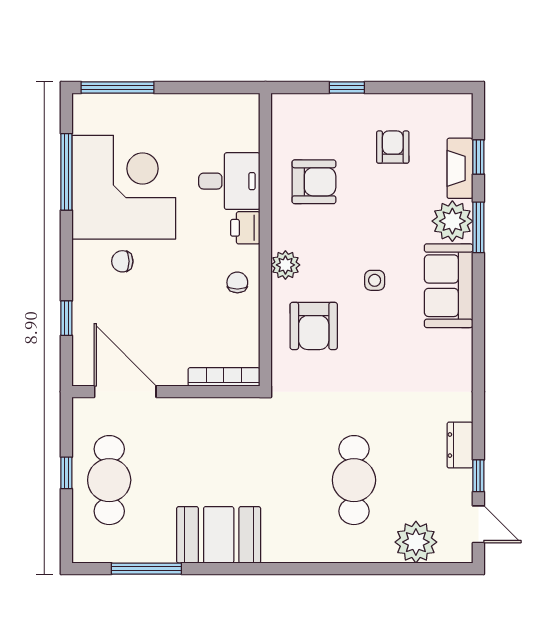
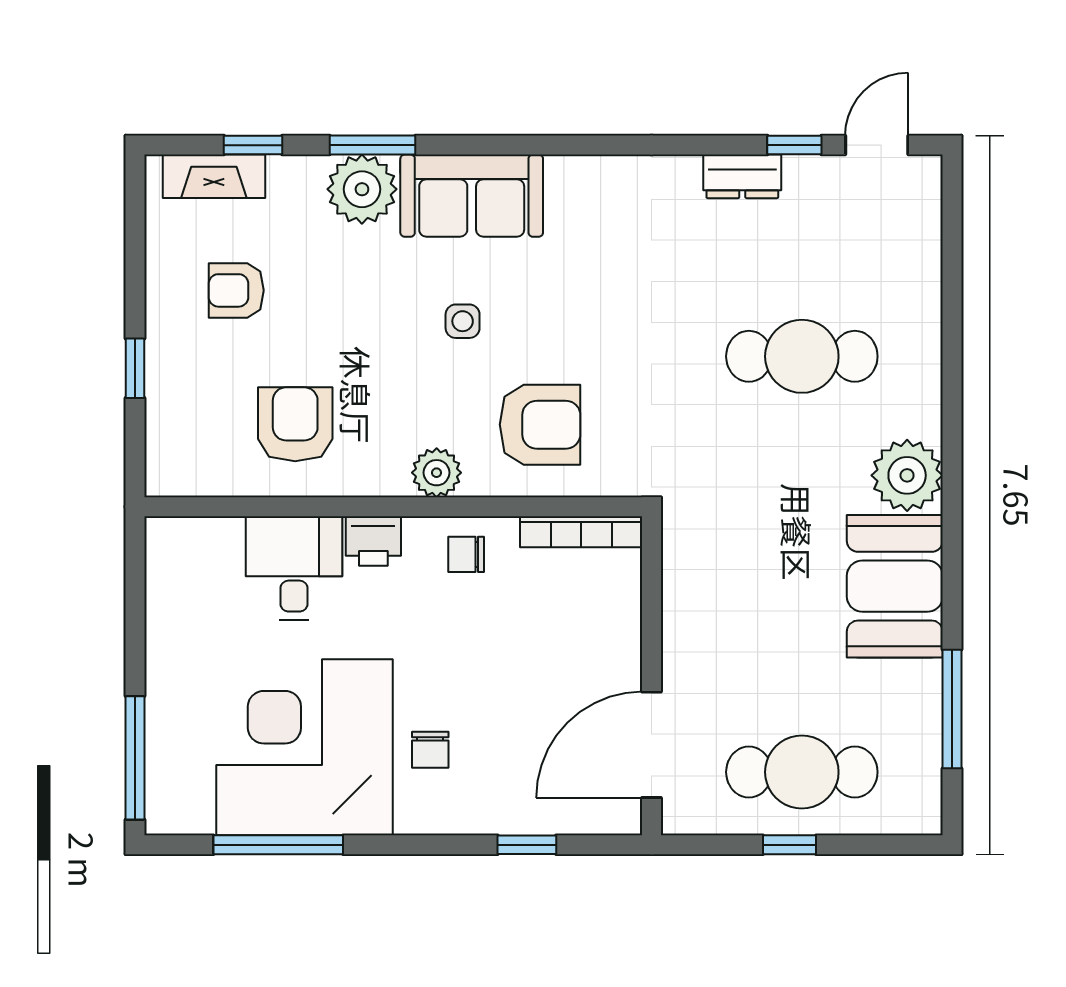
fireplace: (460, 168) -> (214, 176), moved
bookcase: (224, 377) -> (581, 532), moved, turned -90
plant: (416, 542) -> (907, 475), moved

